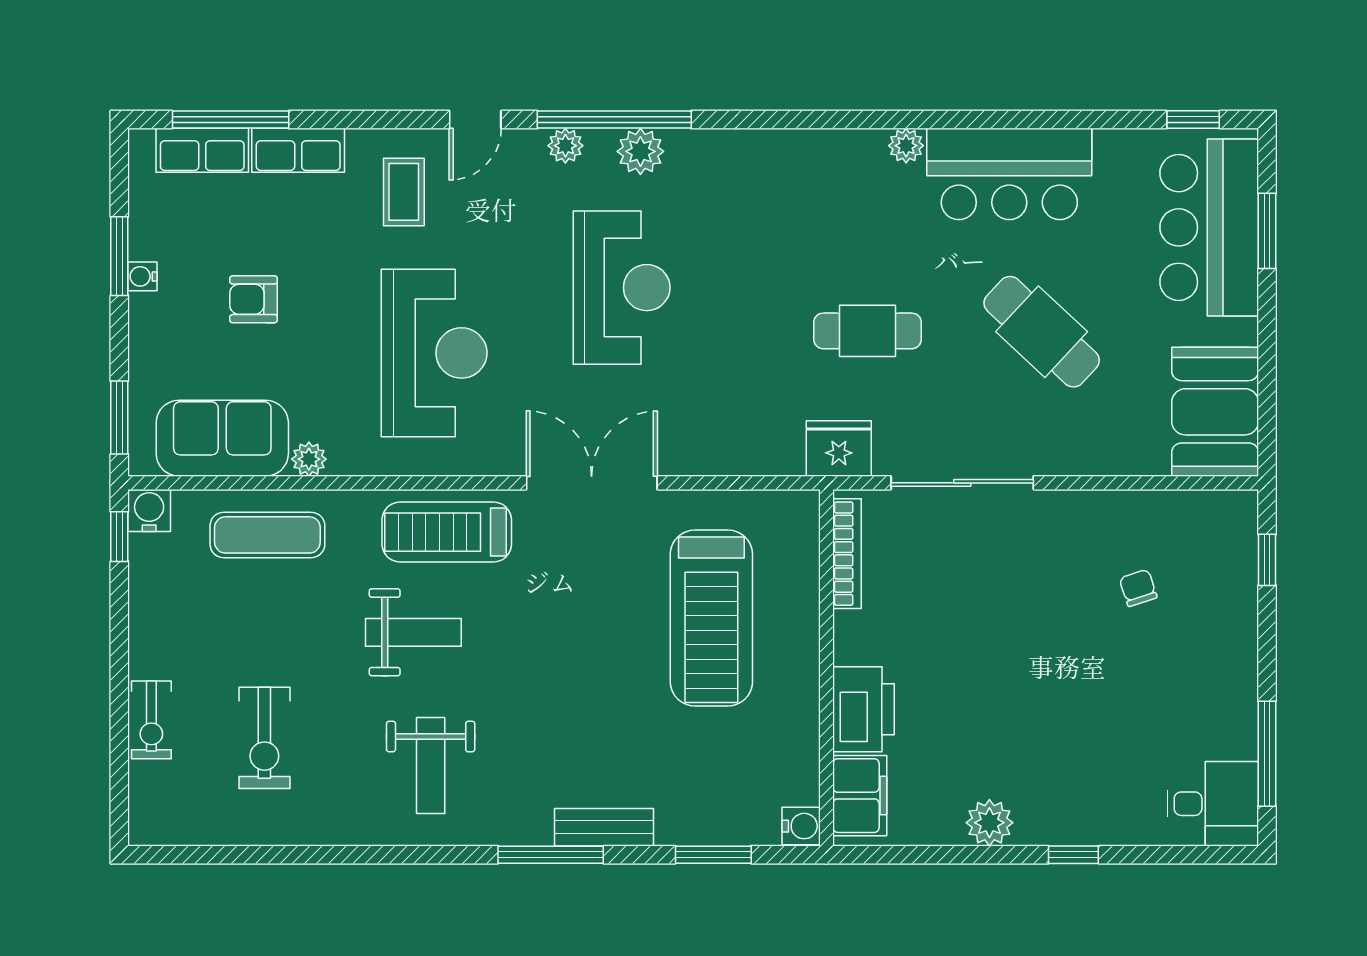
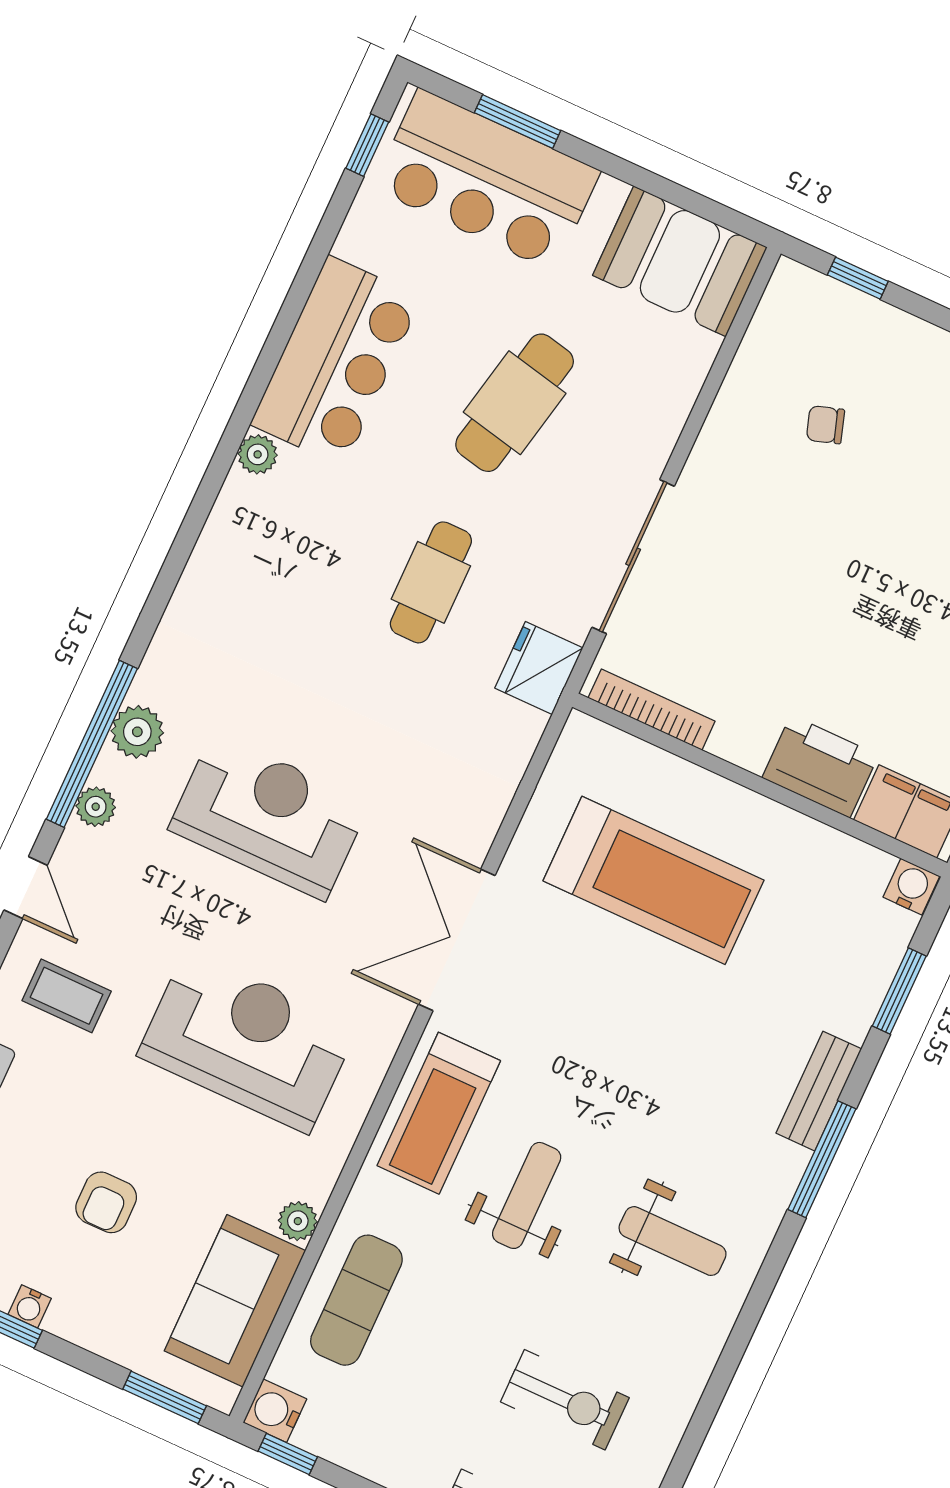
cafe table: (1042, 332) -> (515, 403), turned -31

